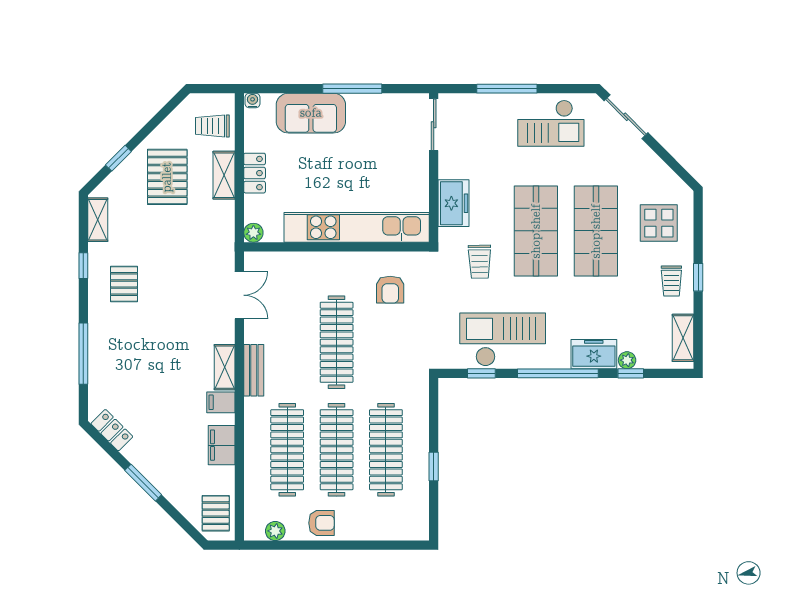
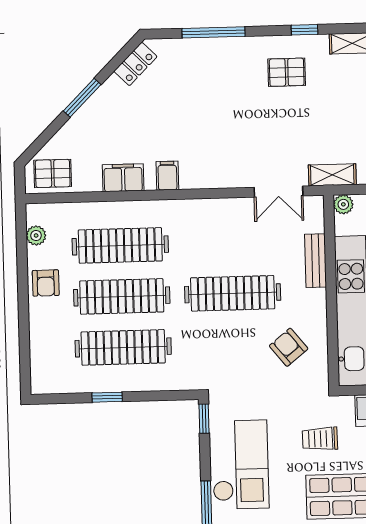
armchair: (390, 290) -> (289, 347), turned 51
shelving: (225, 367) -> (332, 175), moved
bench: (254, 370) -> (315, 261), moved, turned 90
window: (481, 373) -> (204, 419), moved

